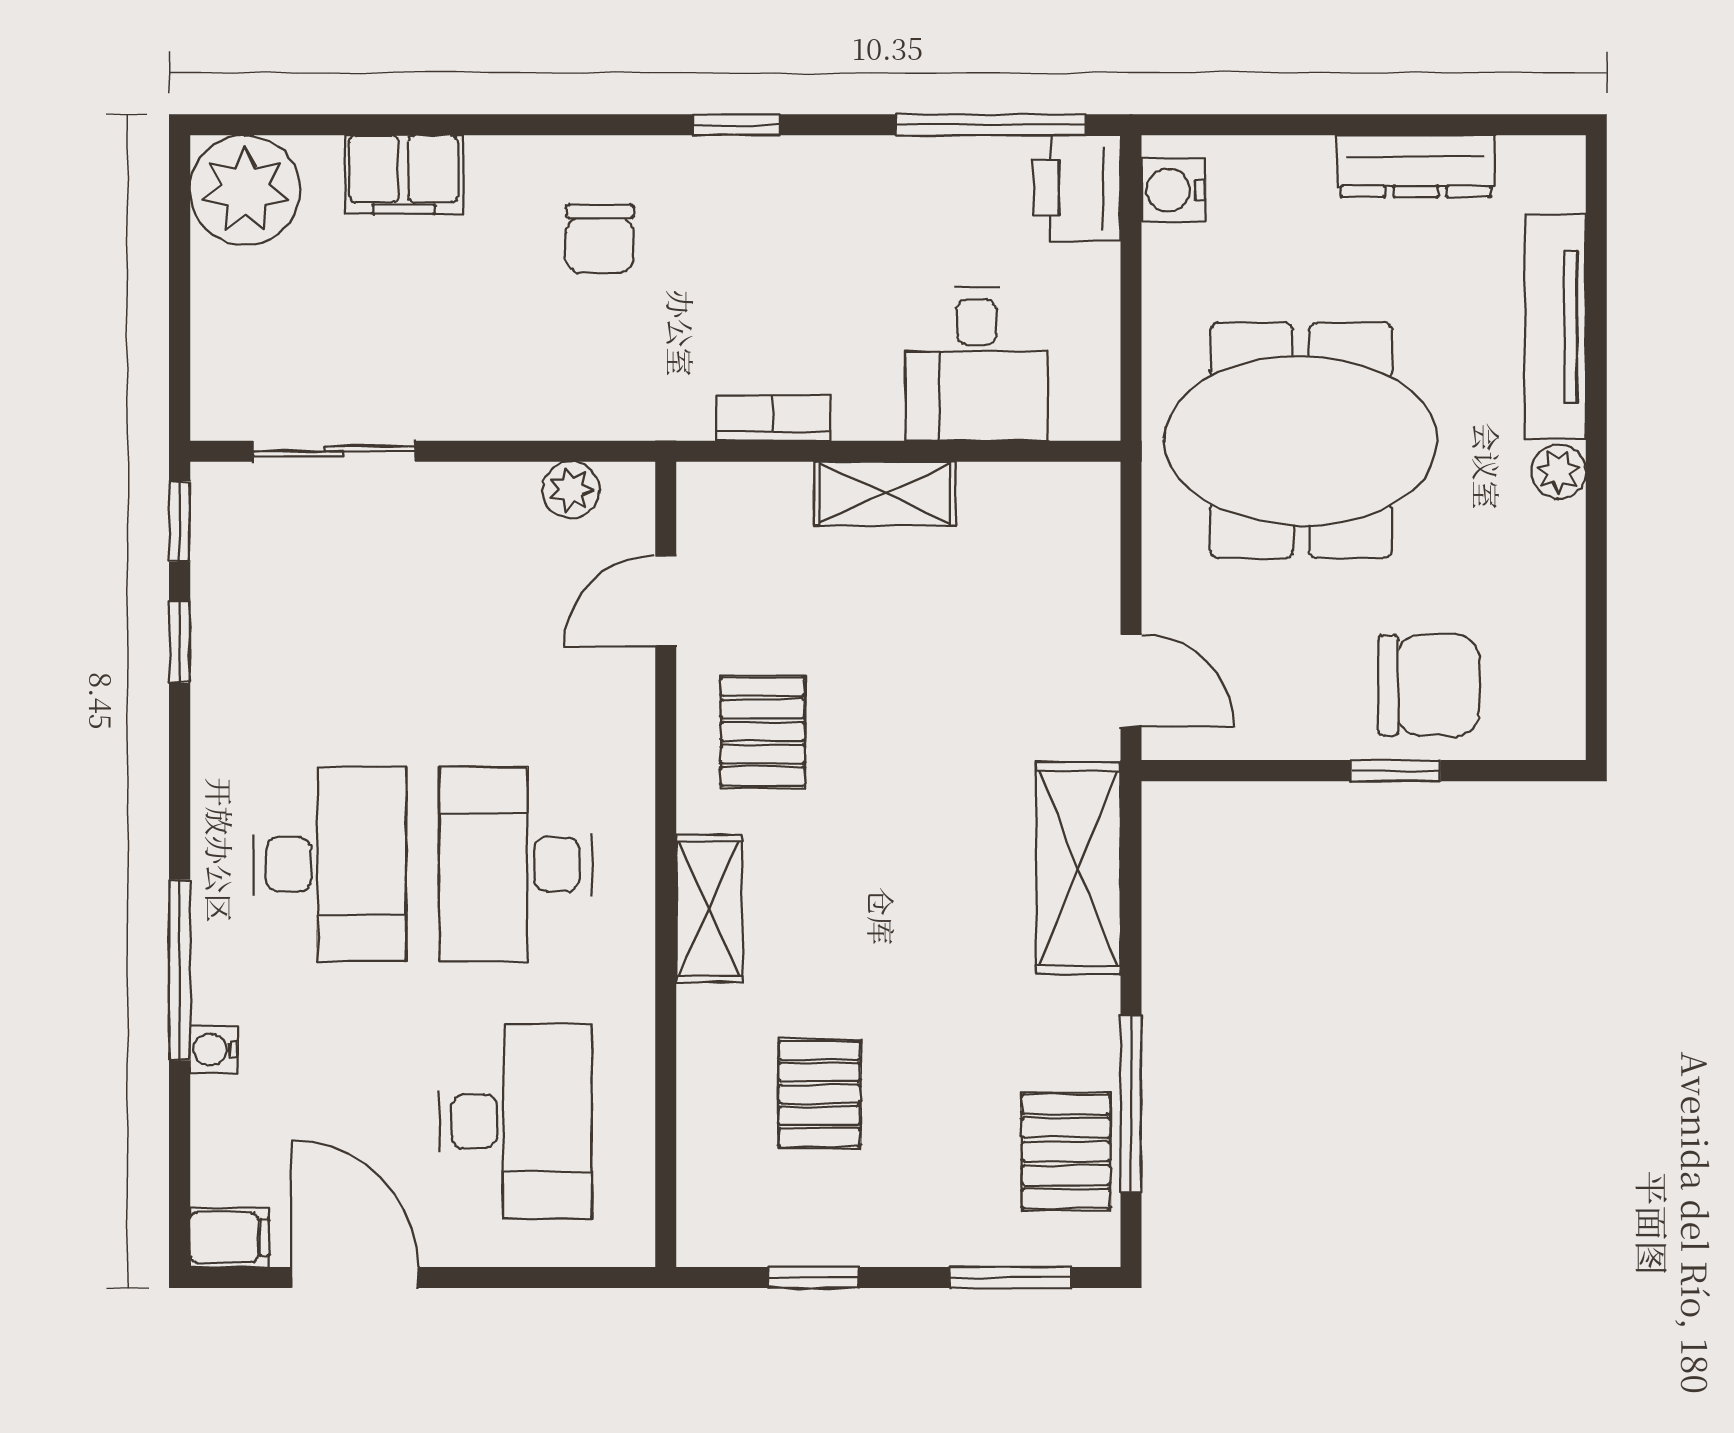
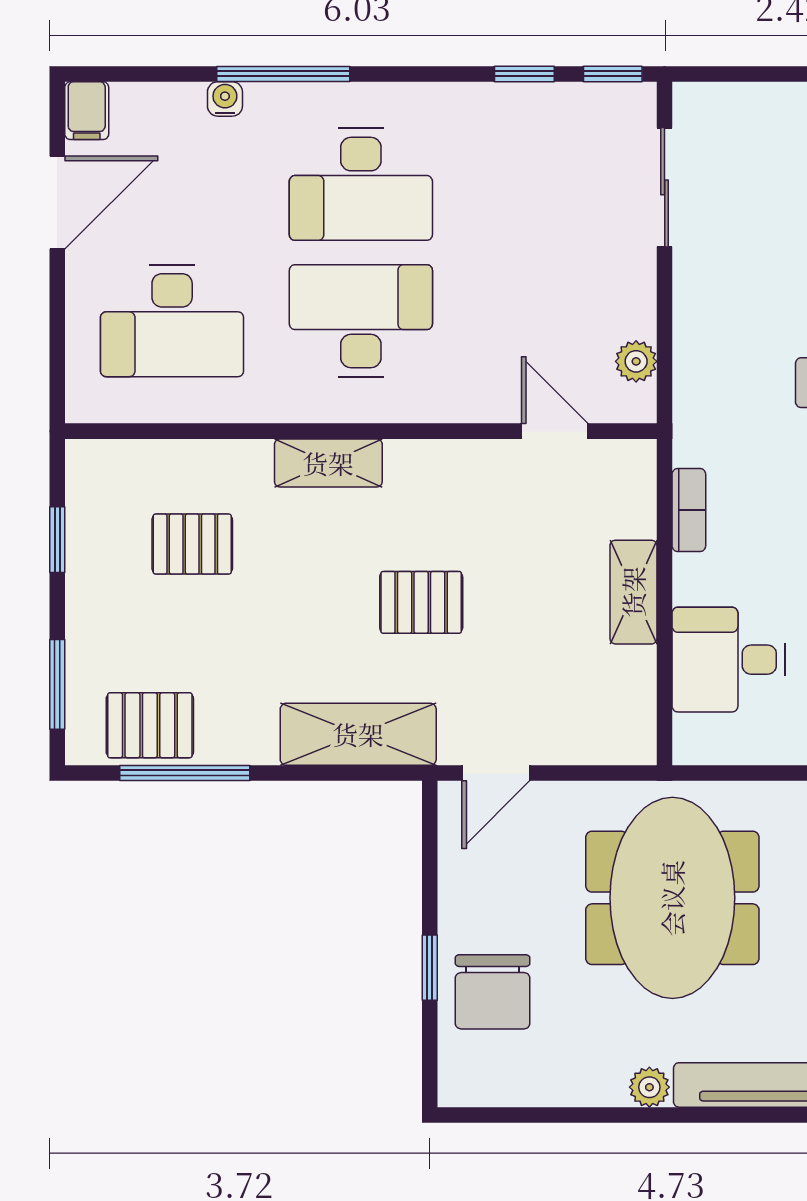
pallet: (763, 731) -> (421, 602), moved

